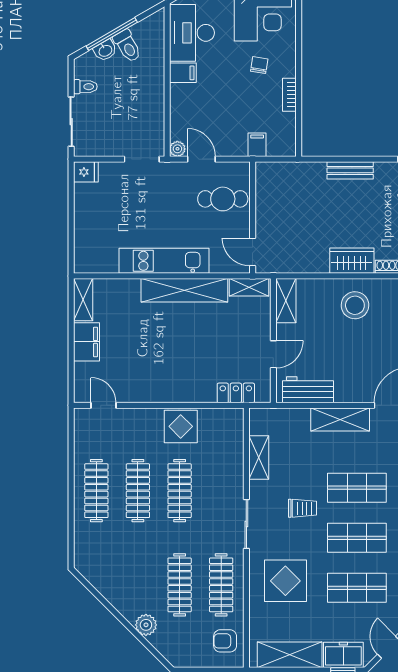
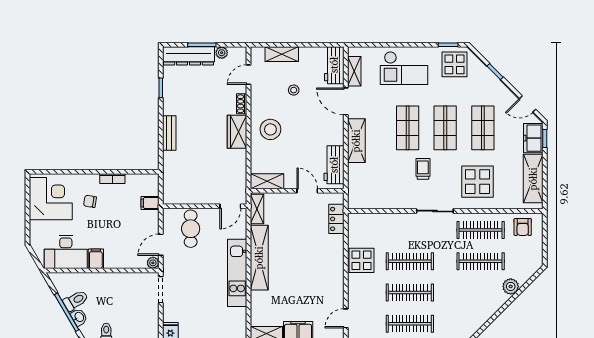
shelving: (259, 458) -> (385, 202), removed

